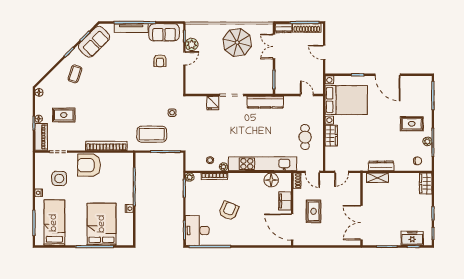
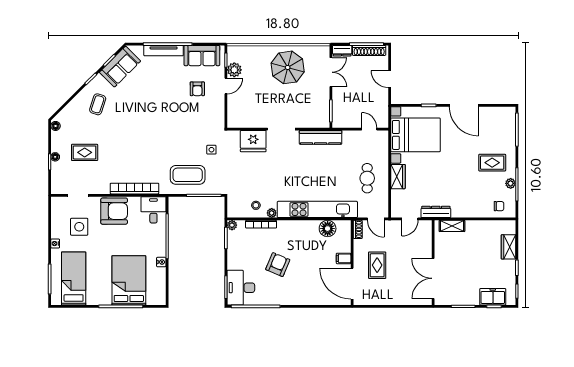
double door: (274, 46) -> (331, 72), swing flipped
fridge: (213, 103) -> (253, 141), width x1.88, depth x1.34
piano: (41, 137) -> (58, 178), removed
desk: (123, 164) -> (153, 210), added
armchair: (89, 165) -> (114, 211), turned 180
dresser: (381, 166) -> (436, 212), moved
wardrobe: (426, 183) -> (509, 247), moved
filing cabinet: (285, 201) -> (344, 258), width x0.50

